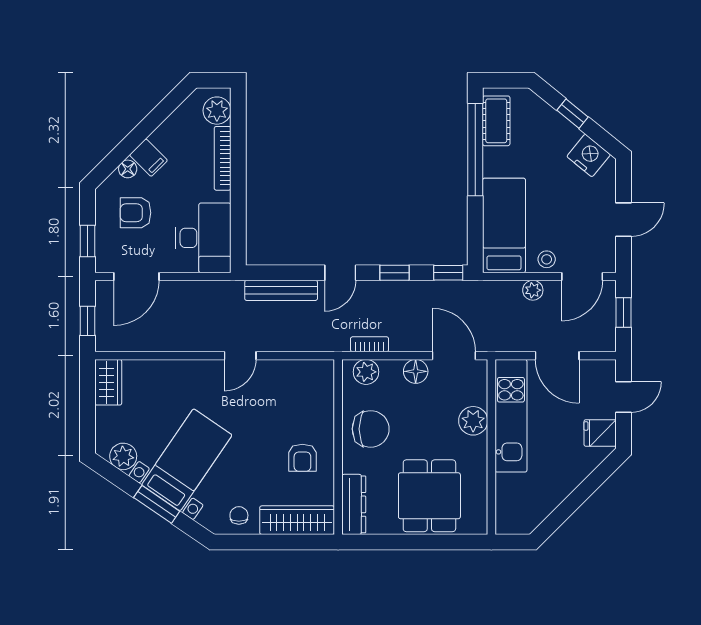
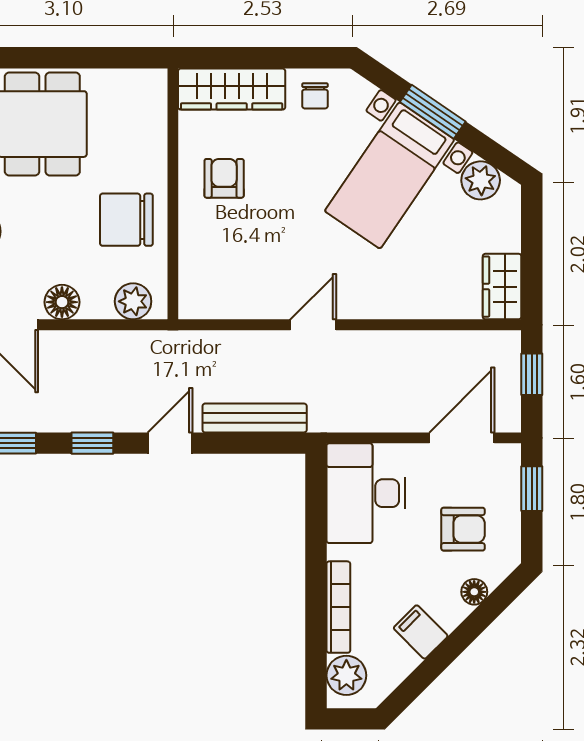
filing cabinet: (148, 158) -> (421, 632), moved
bookcase: (370, 344) -> (128, 341), removed
dresser: (354, 504) -> (151, 112), removed

